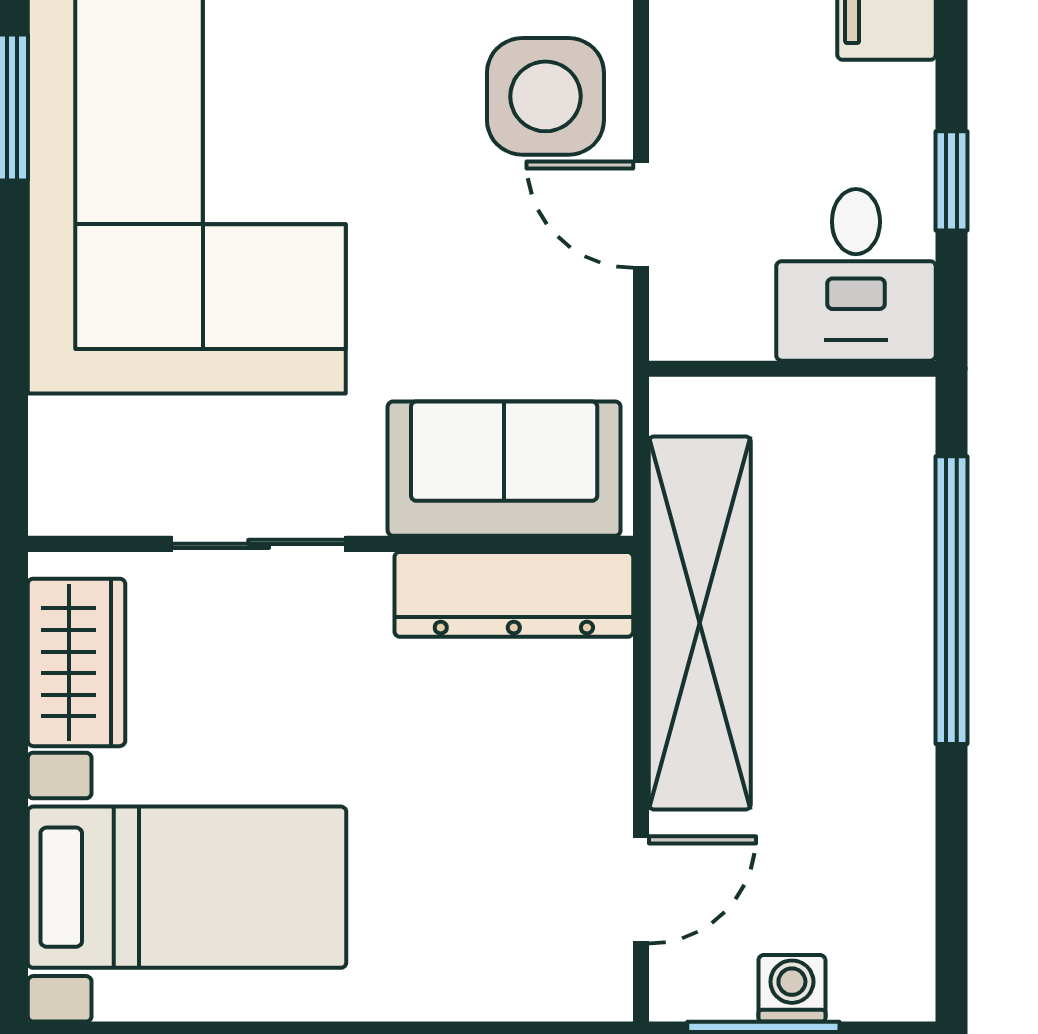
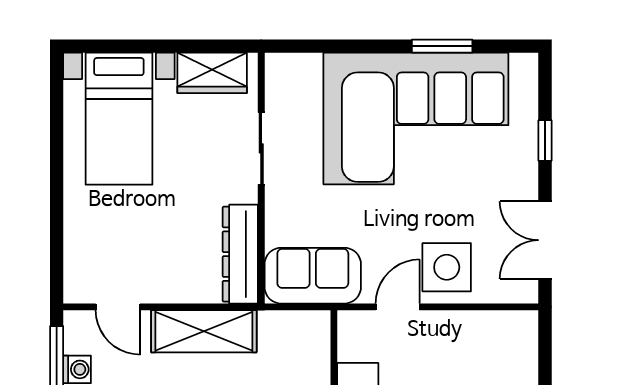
sofa: (504, 469) -> (313, 276), moved, turned -90
shelving: (700, 623) -> (204, 331), width x0.68

